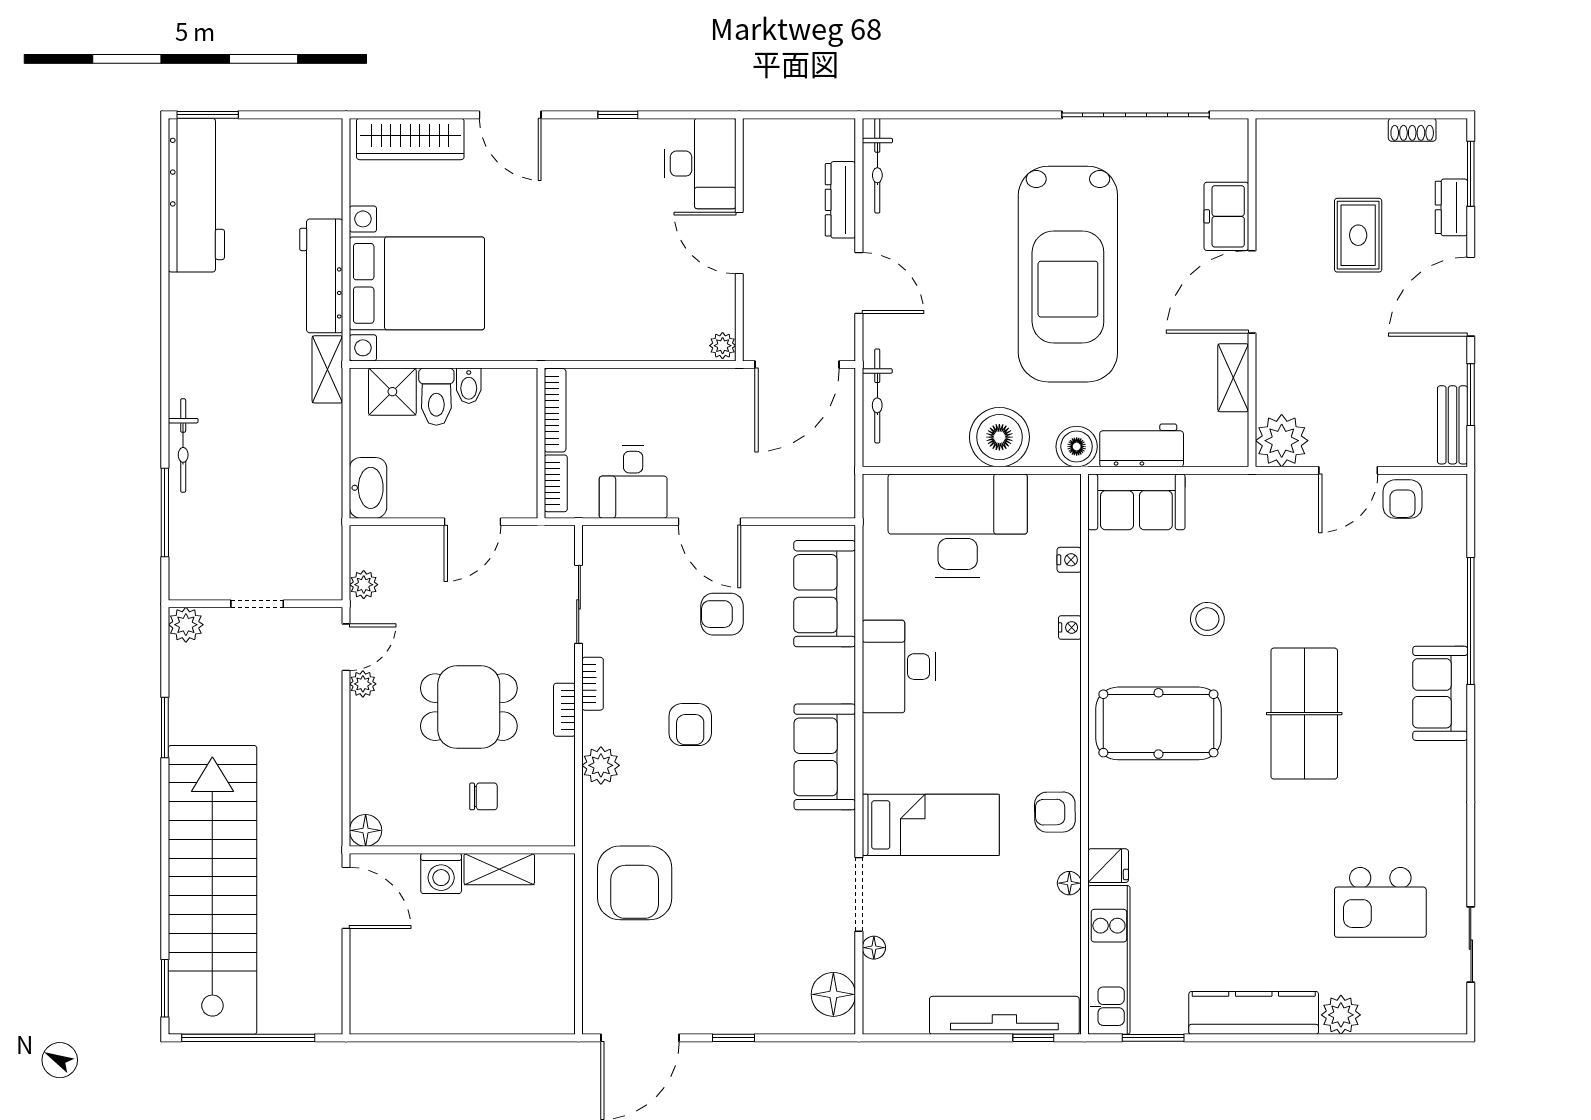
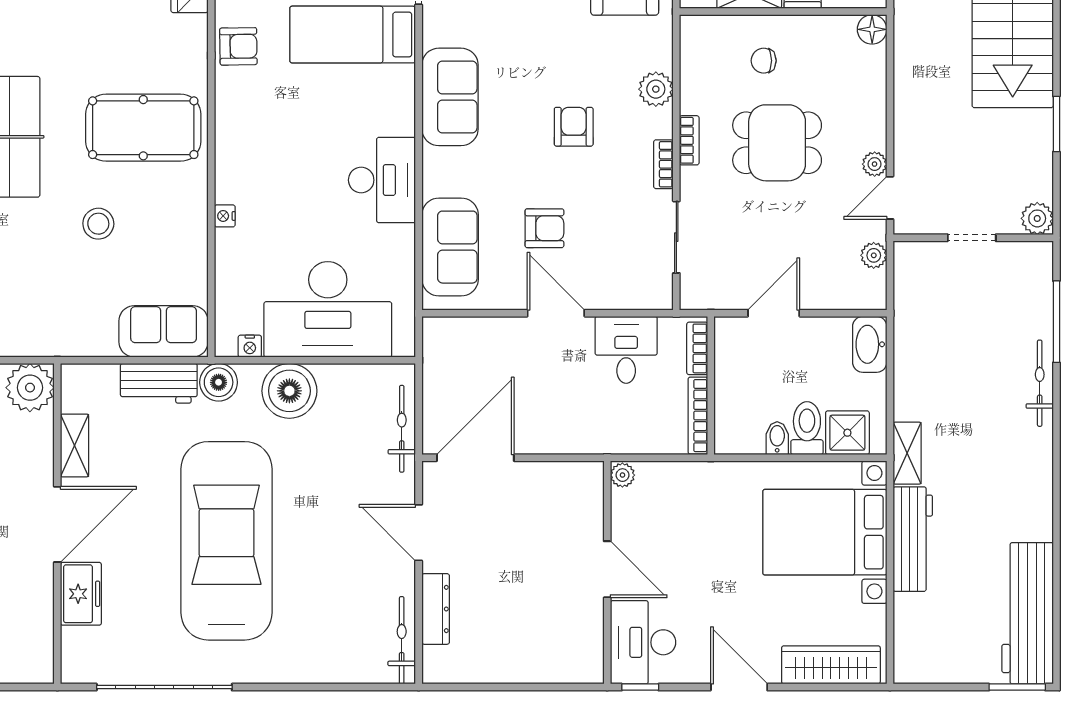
desk: (700, 164) -> (643, 642), moved
wall: (739, 240) -> (607, 572), moved
door: (739, 243) -> (607, 569), moved
plant: (723, 346) -> (622, 475), moved
nightstand: (1069, 560) -> (250, 346), moved, turned -90

